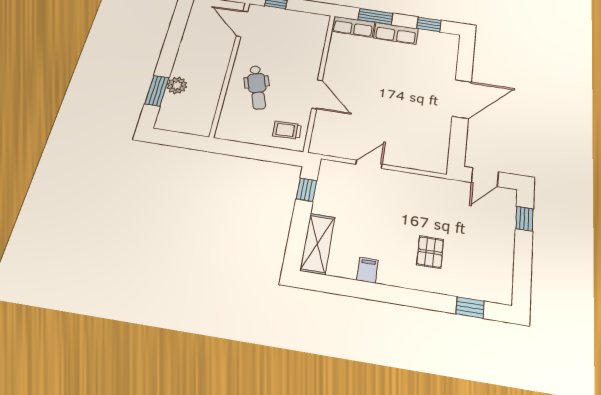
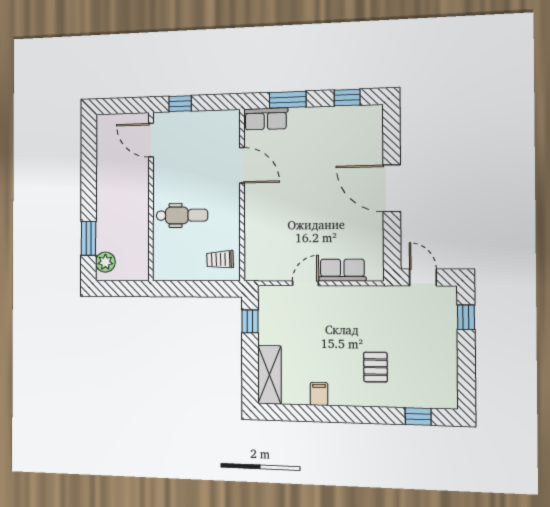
row of seats: (396, 33) -> (342, 270), moved, turned 180
plant: (177, 85) -> (105, 262), moved
dental chair: (257, 87) -> (182, 215), turned -73
door: (317, 94) -> (242, 165), moved
door: (462, 99) -> (392, 188), swing flipped
door: (485, 177) -> (423, 277), swing flipped

